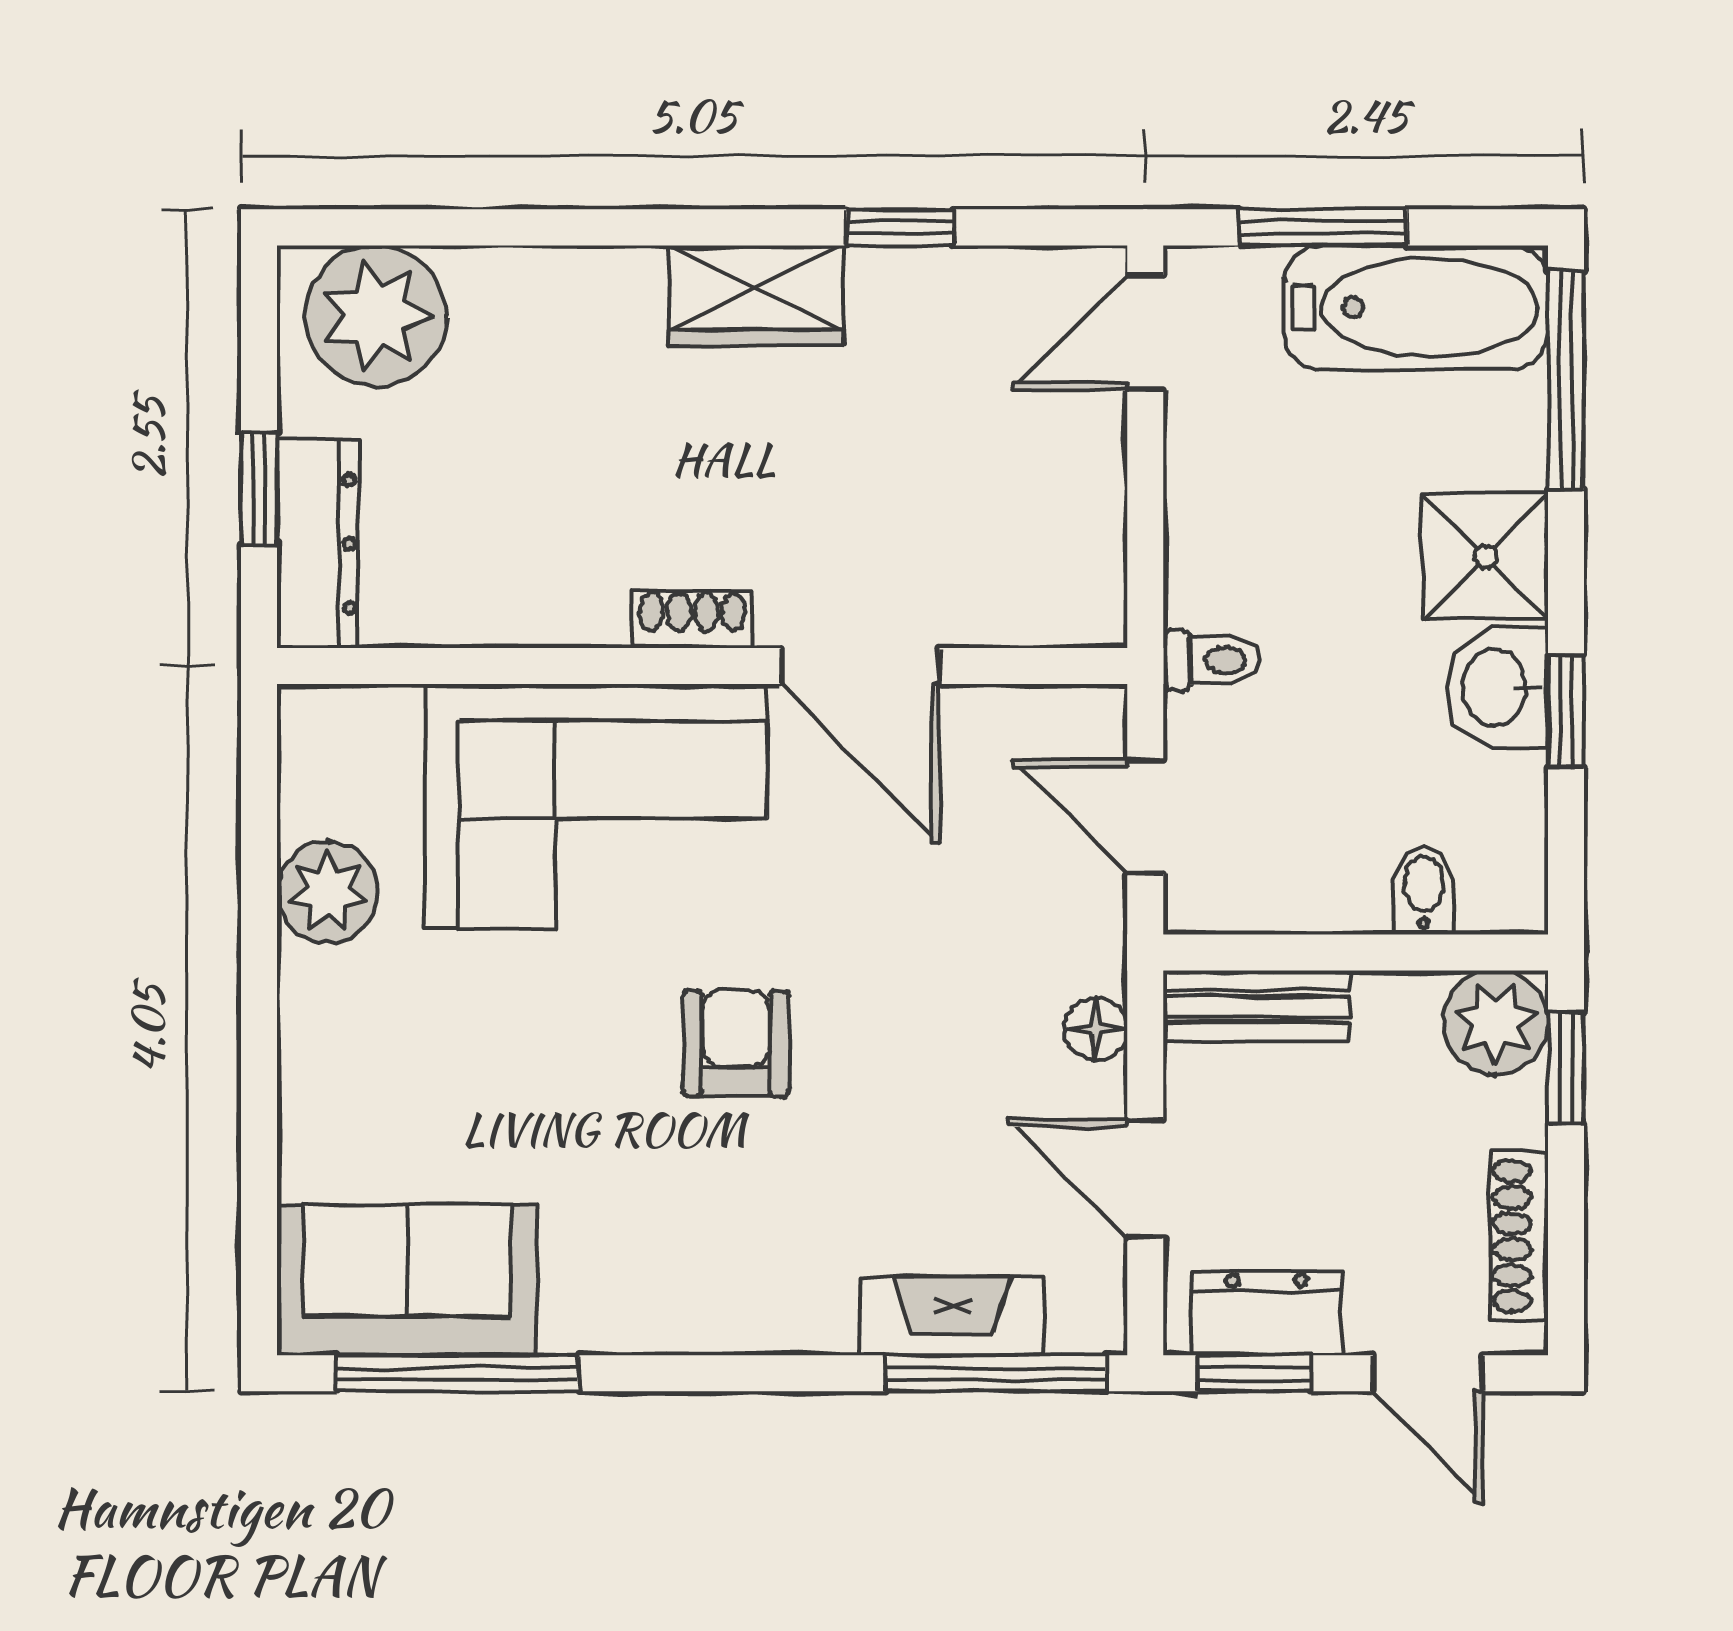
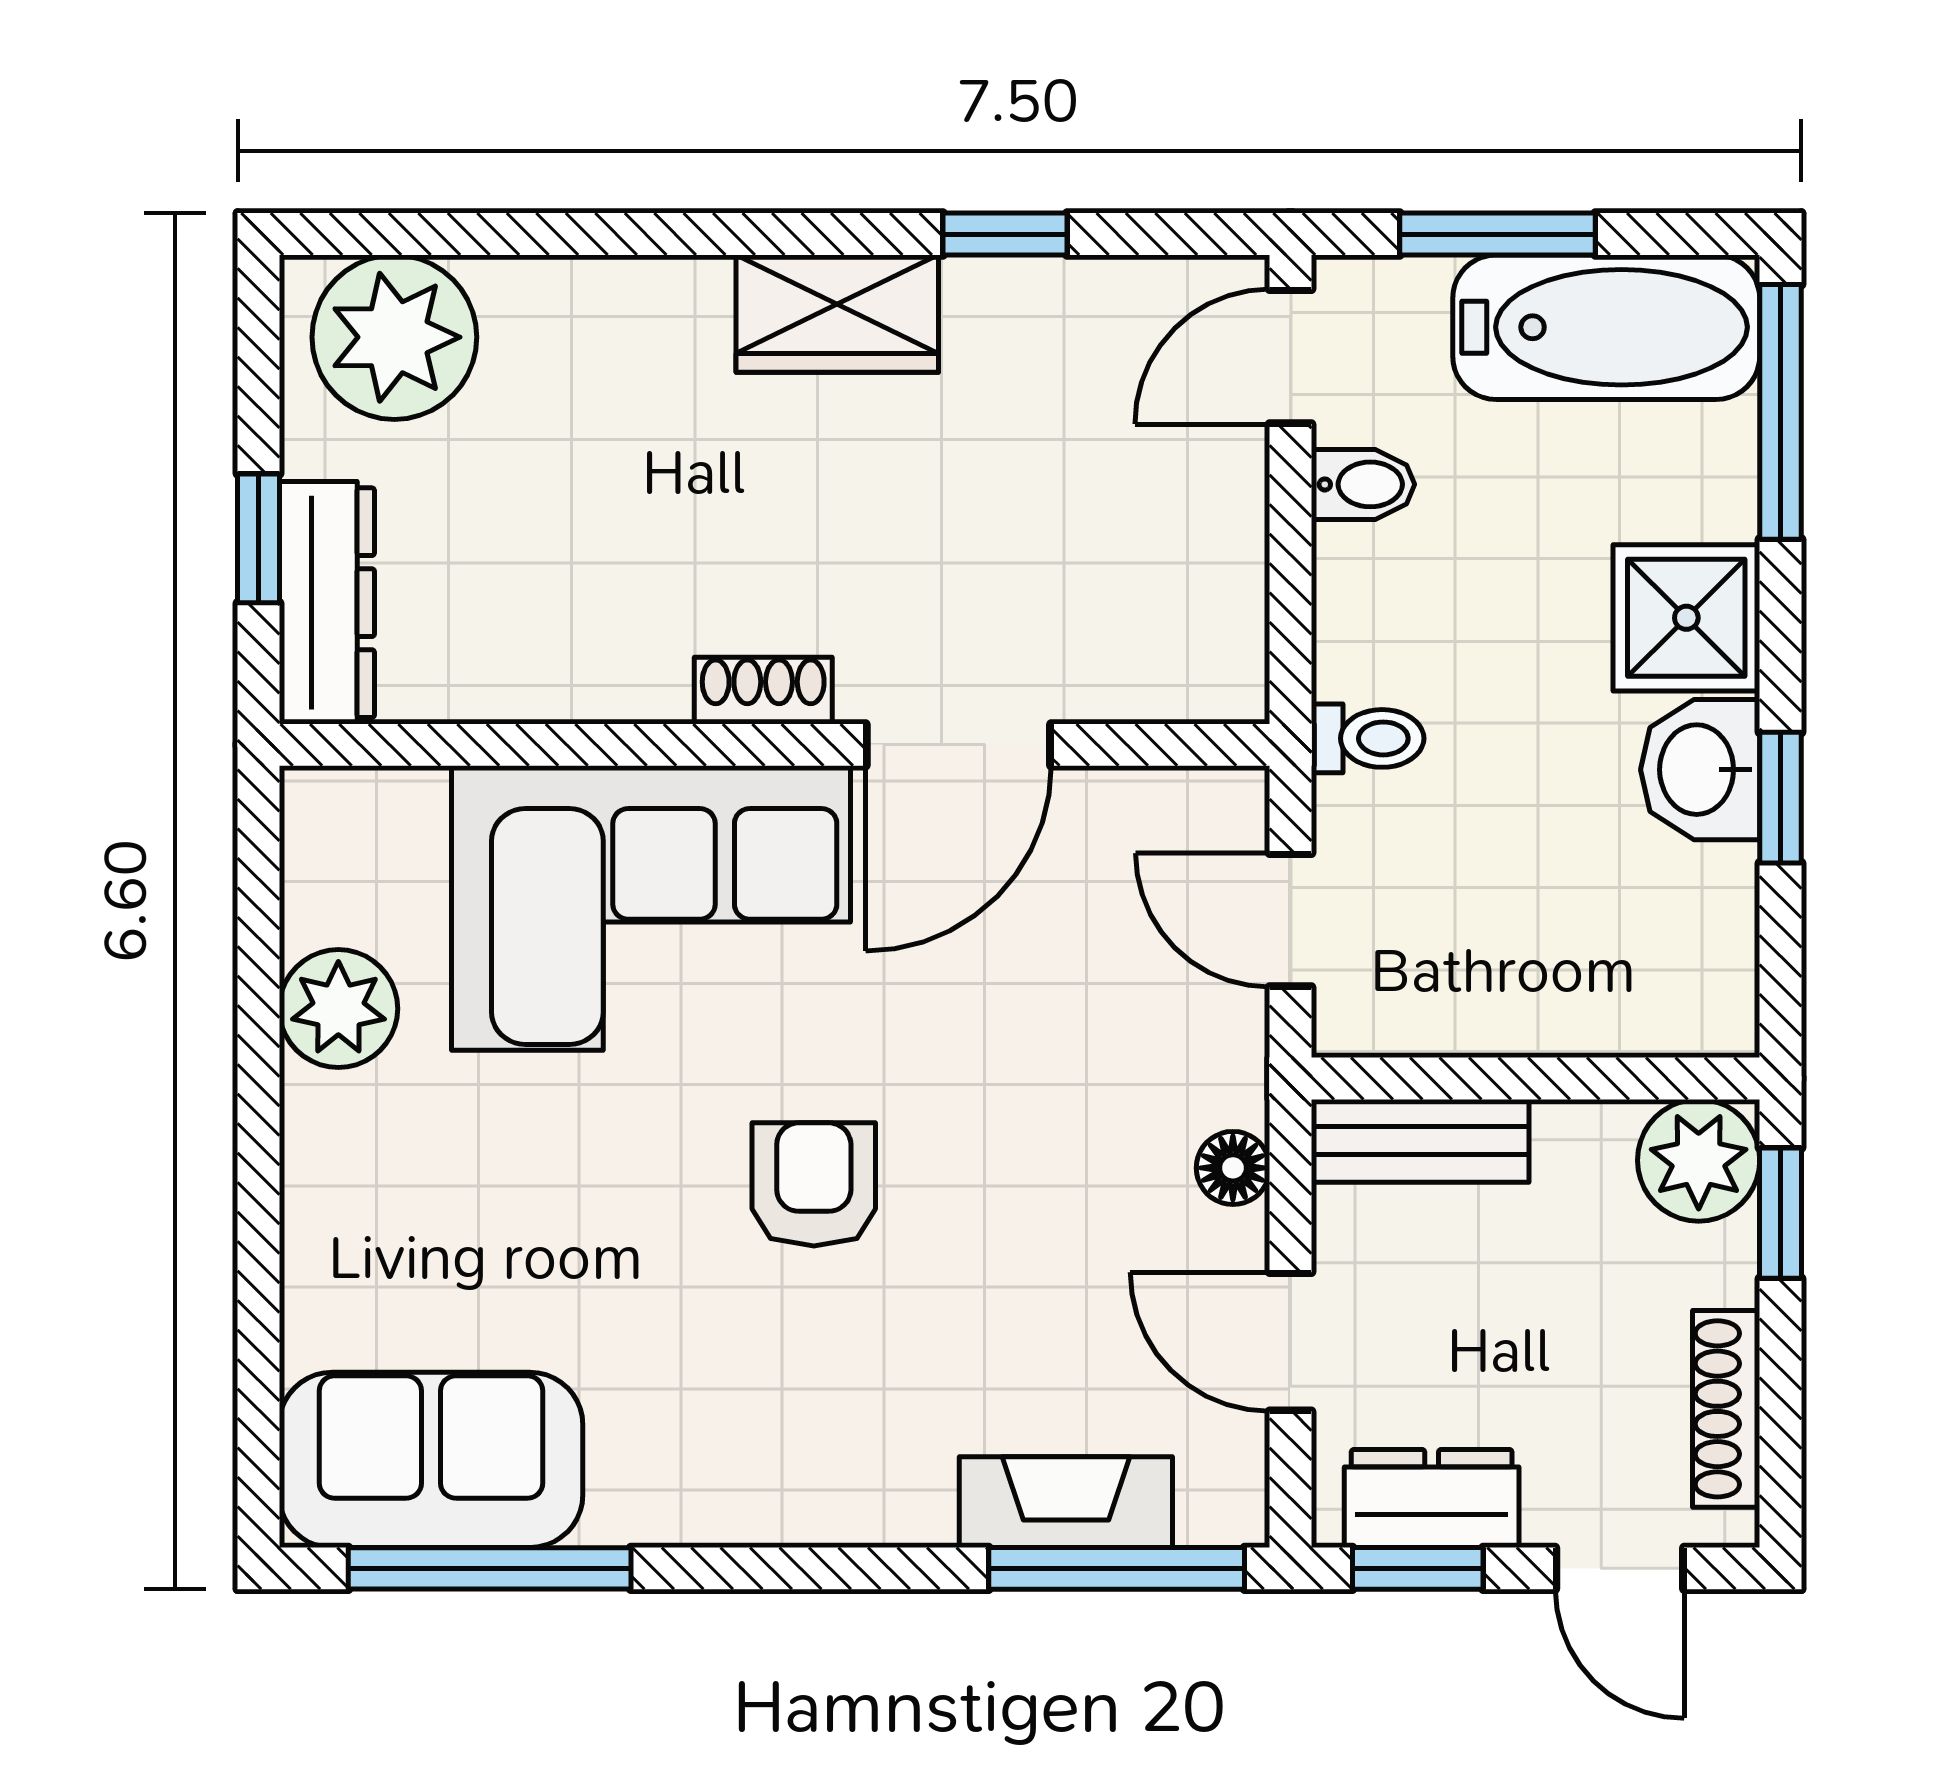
door: (860, 666) -> (958, 745), hinge flipped
bidet: (1424, 890) -> (1363, 484), moved, turned 90

